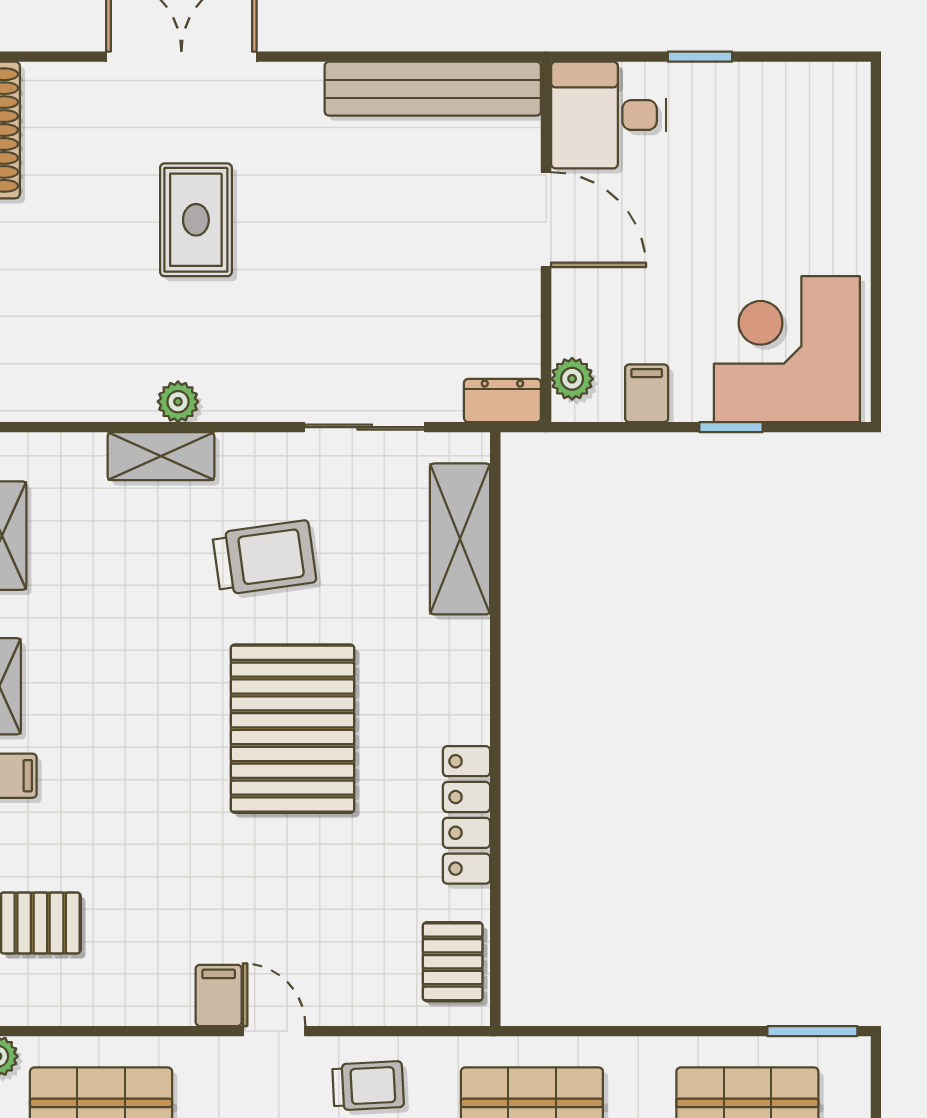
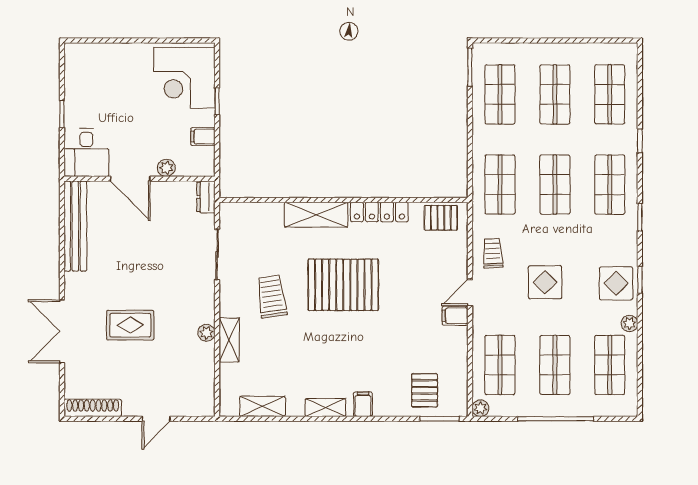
door: (546, 220) -> (130, 179), swing flipped
plant: (572, 379) -> (166, 168), moved
shelving: (460, 539) -> (316, 215), moved

